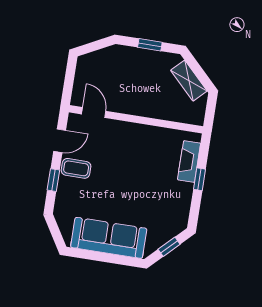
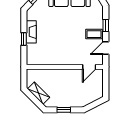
door: (94, 113) -> (89, 67), hinge flipped
fireplace: (189, 161) -> (31, 32), moved

